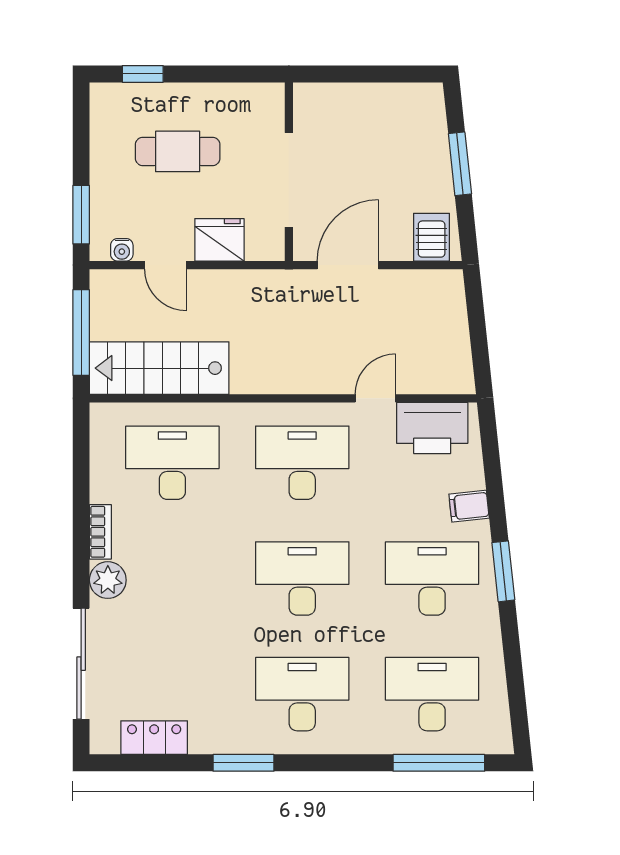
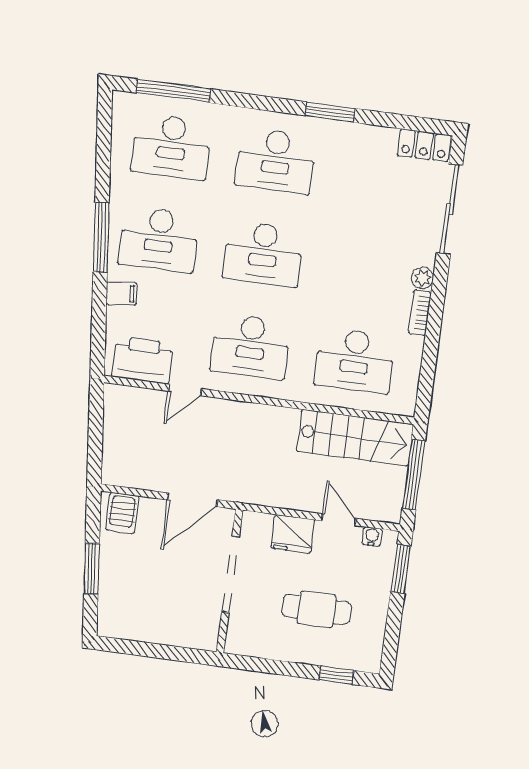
window: (503, 571) -> (101, 237), width x1.44
plant: (108, 580) -> (422, 278), width x0.73, depth x0.73
locker: (154, 738) -> (424, 145), moved

